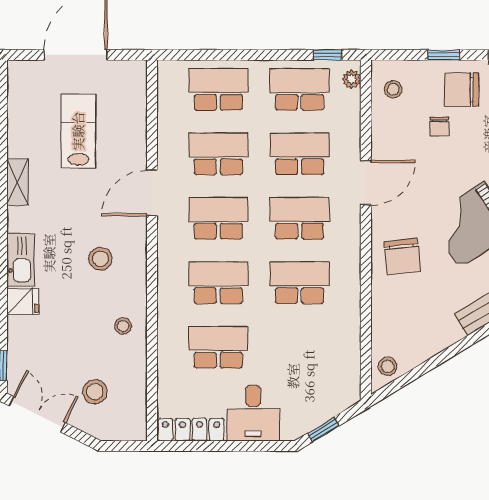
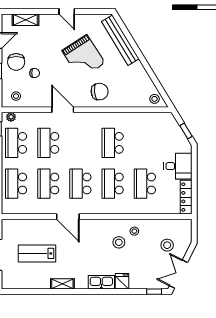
school desk: (300, 218) -> (80, 143), removed
stool: (100, 259) -> (119, 242), moved

